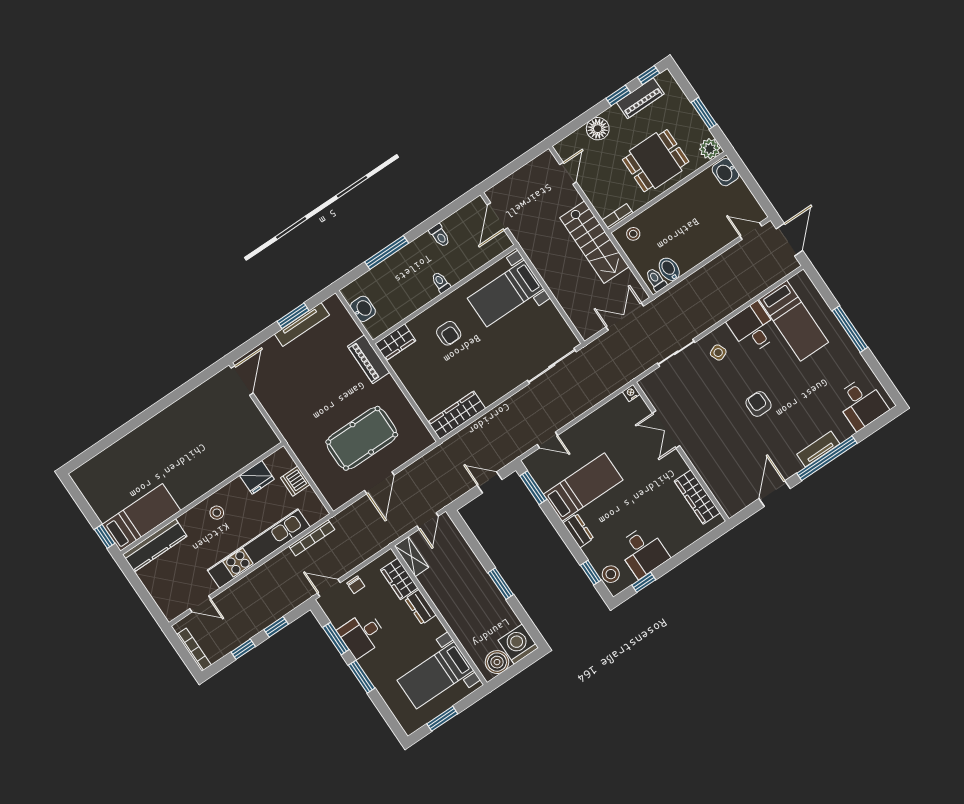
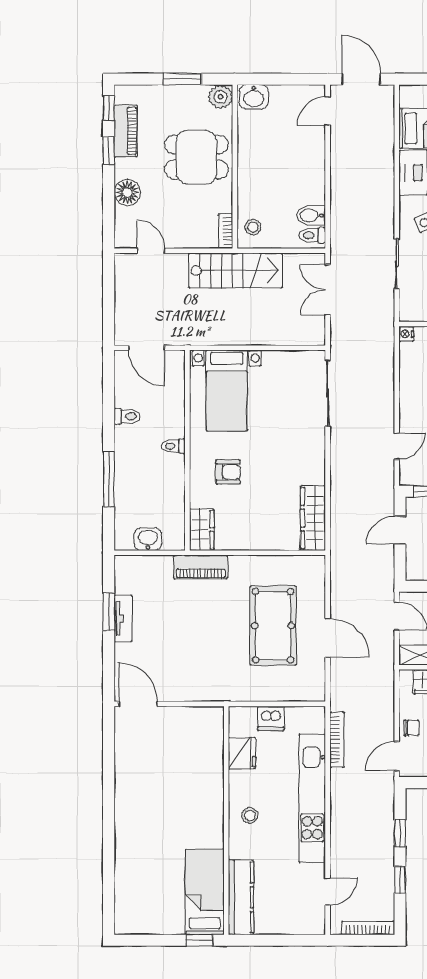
dining table: (656, 161) -> (196, 157), turned 90
tv unit: (302, 324) -> (123, 618), width x0.71

